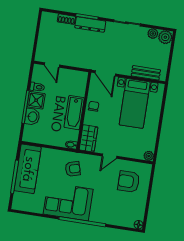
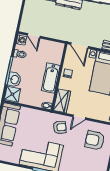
washing machine: (38, 71) -> (21, 40), added
shower: (36, 100) -> (12, 94), moved
armchair: (73, 169) -> (60, 127), moved

